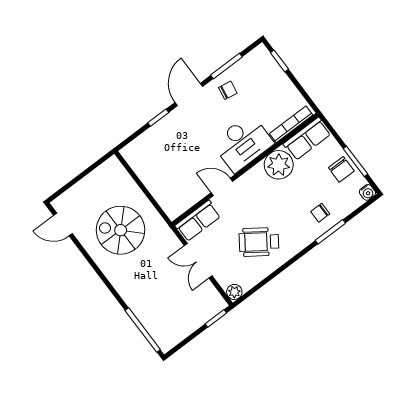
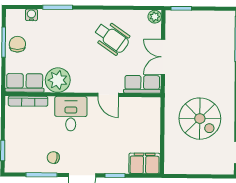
desk: (243, 143) -> (71, 114), width x0.73
filing cabinet: (140, 150) -> (145, 163), added
water cooler: (367, 192) -> (31, 15), moved
chair: (320, 213) -> (55, 26), removed
double door: (198, 261) -> (163, 57), swing flipped

